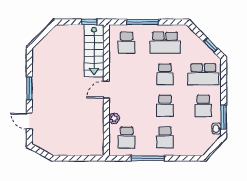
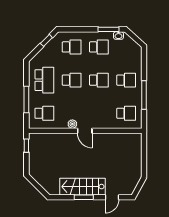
stairs: (94, 51) -> (83, 187), moved, turned 180
school desk: (203, 74) -> (72, 47), width x0.54
plant: (114, 118) -> (72, 124), moved

